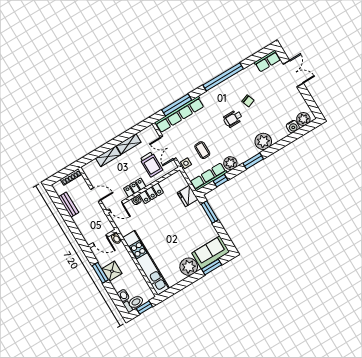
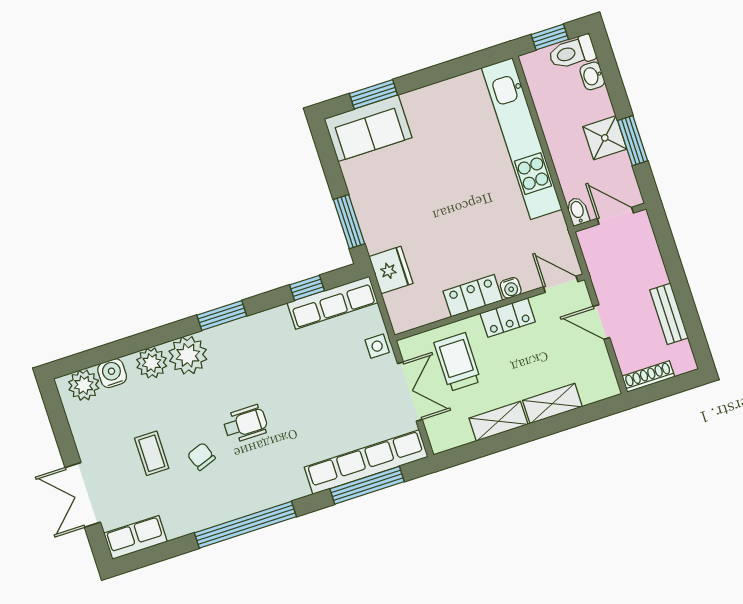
coffee table: (202, 150) -> (152, 453), moved
plant: (230, 163) -> (152, 363), moved
plant: (189, 267) -> (426, 107), removed

